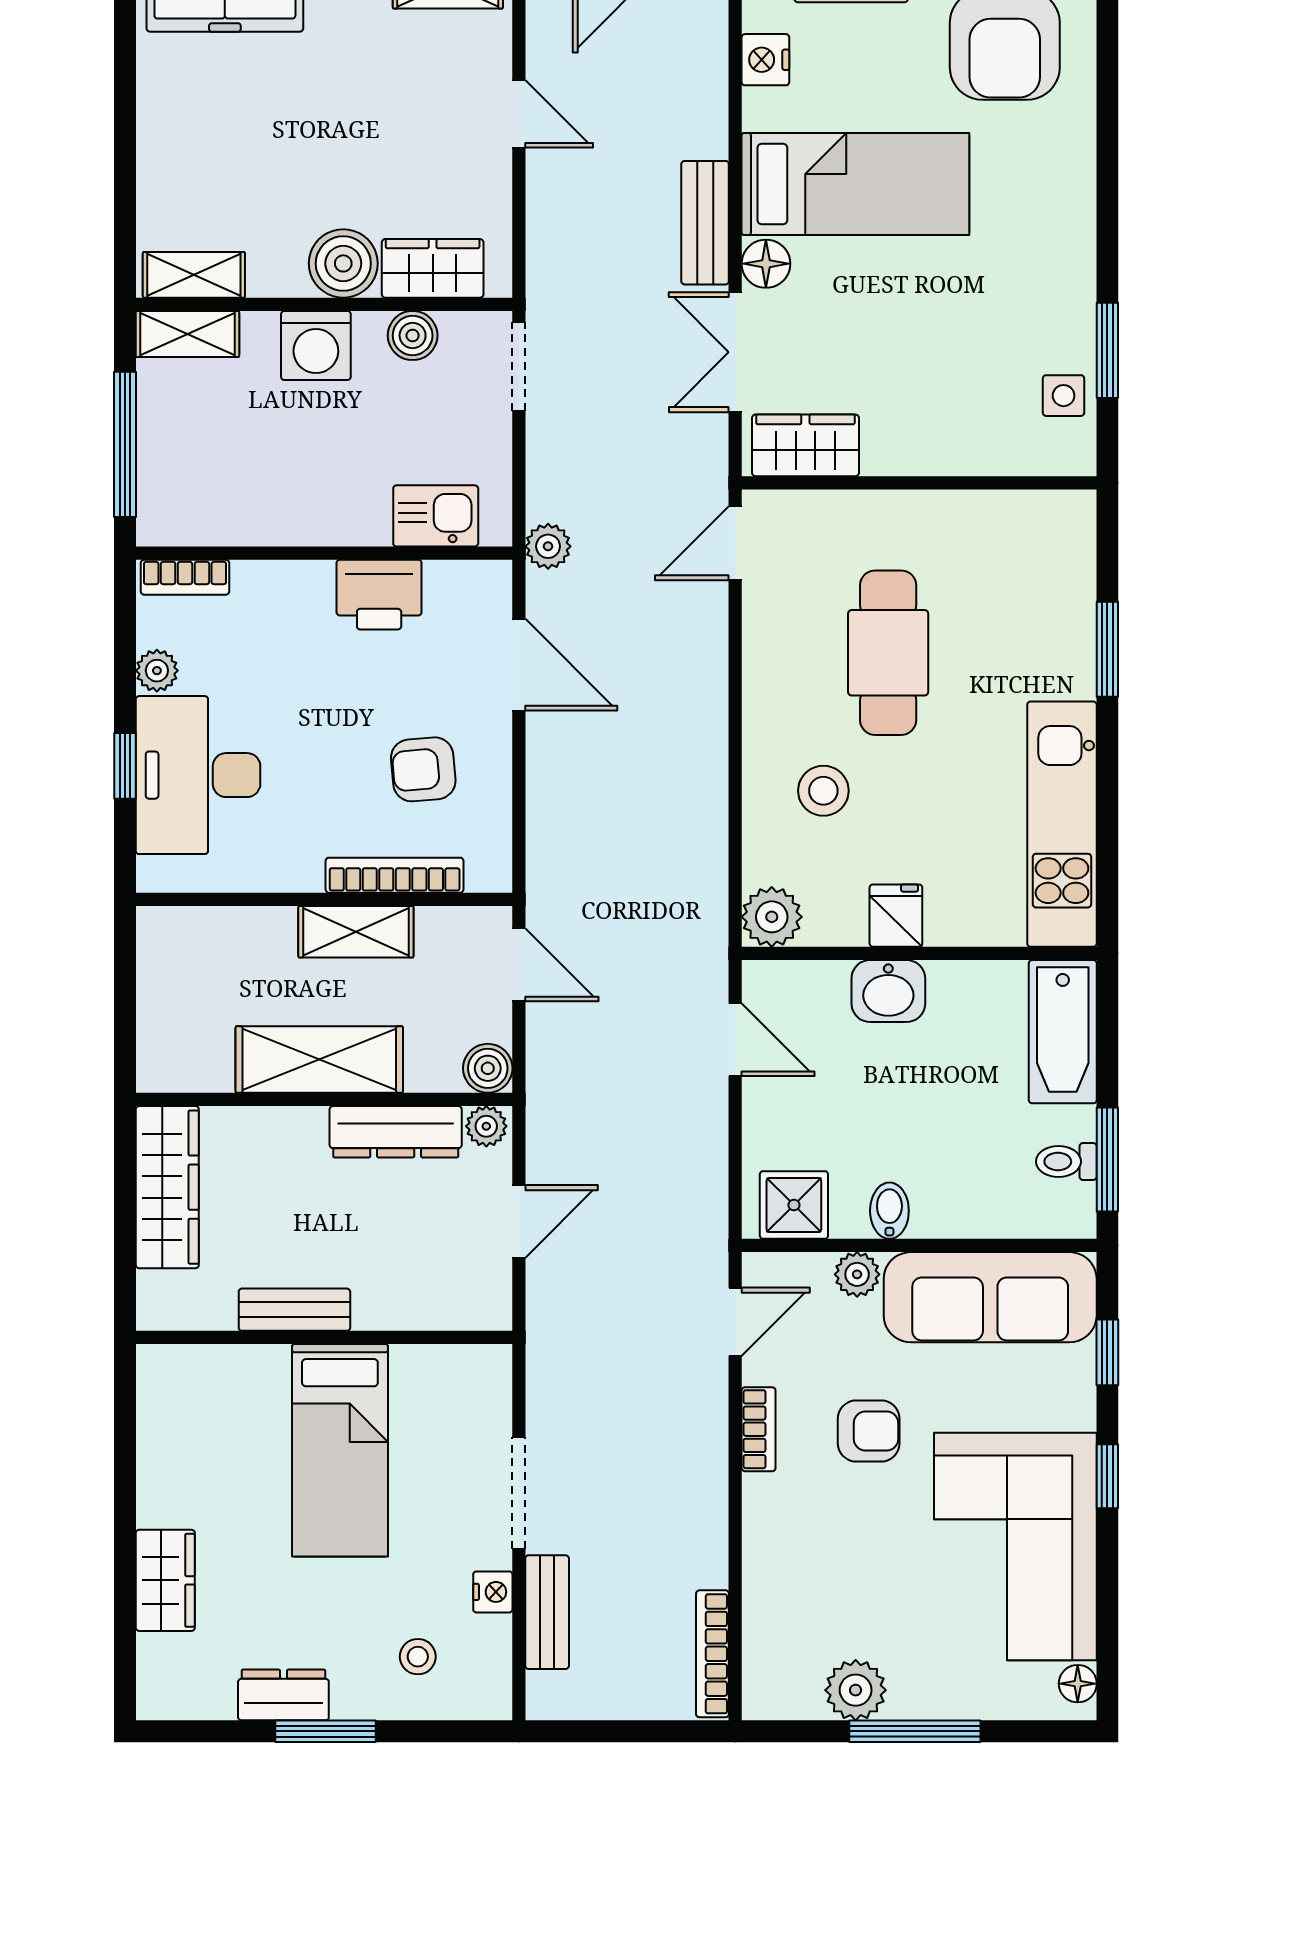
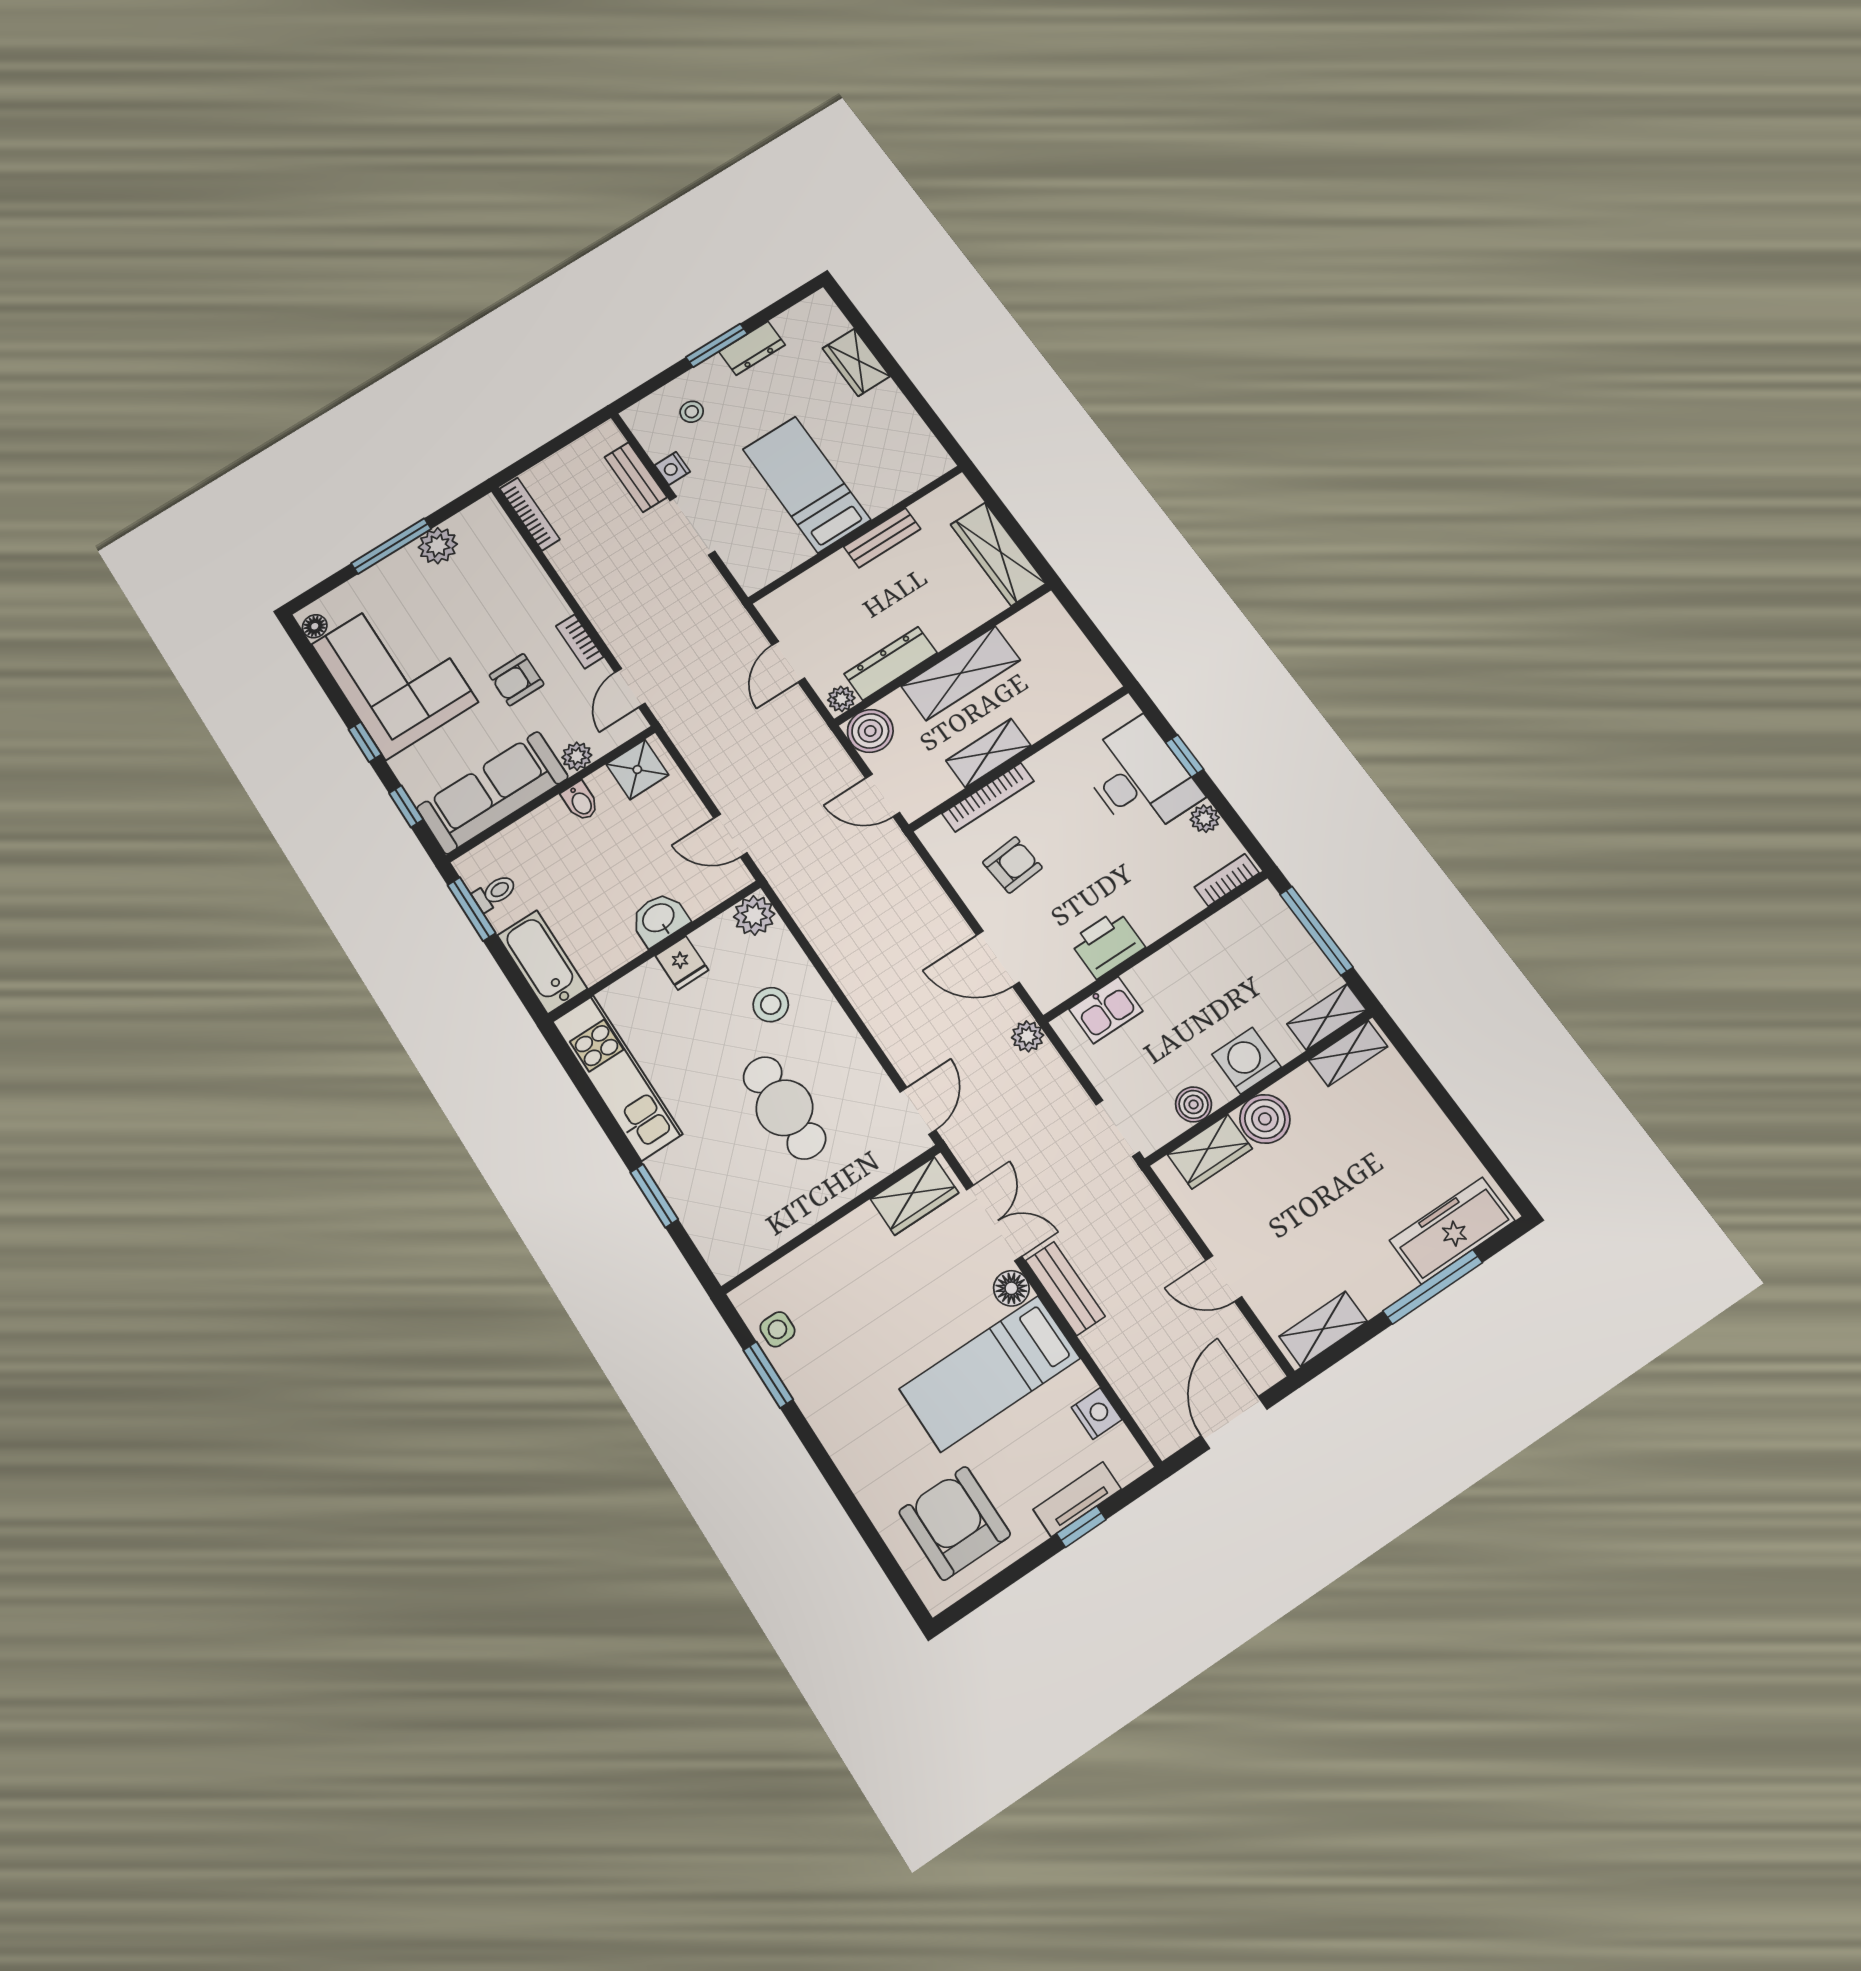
boiler: (488, 1068) -> (870, 731), width x1.36, depth x1.36

